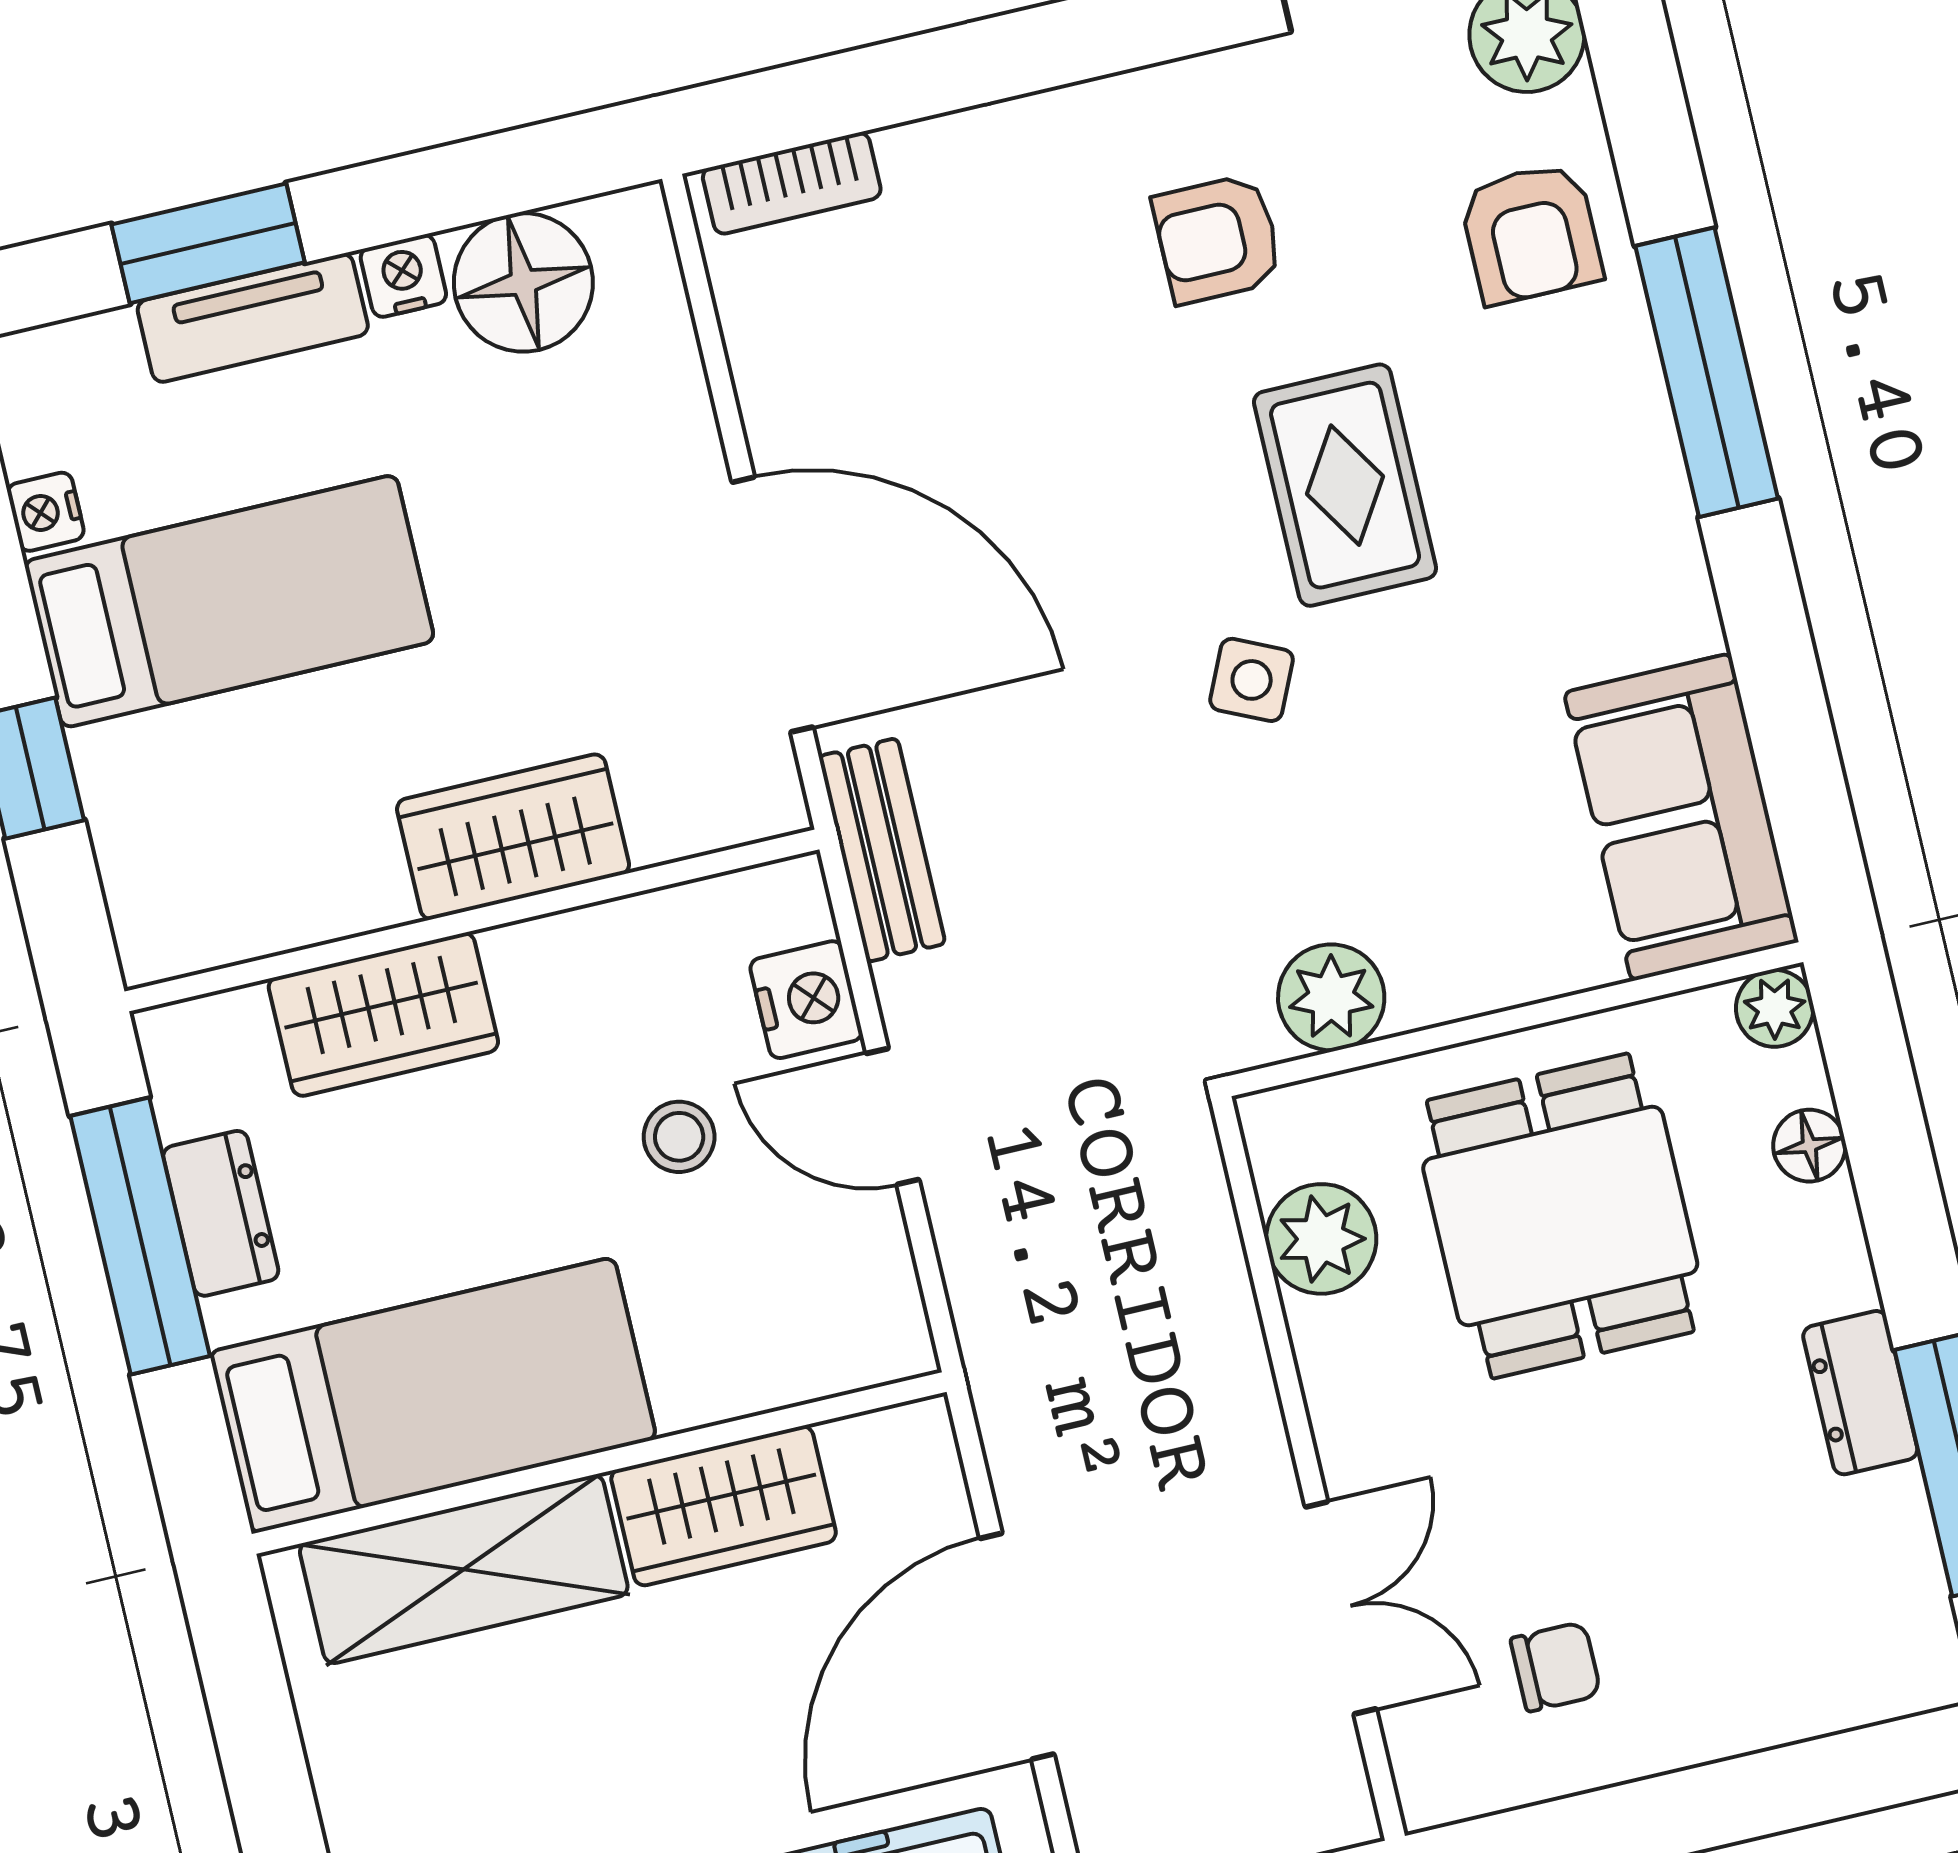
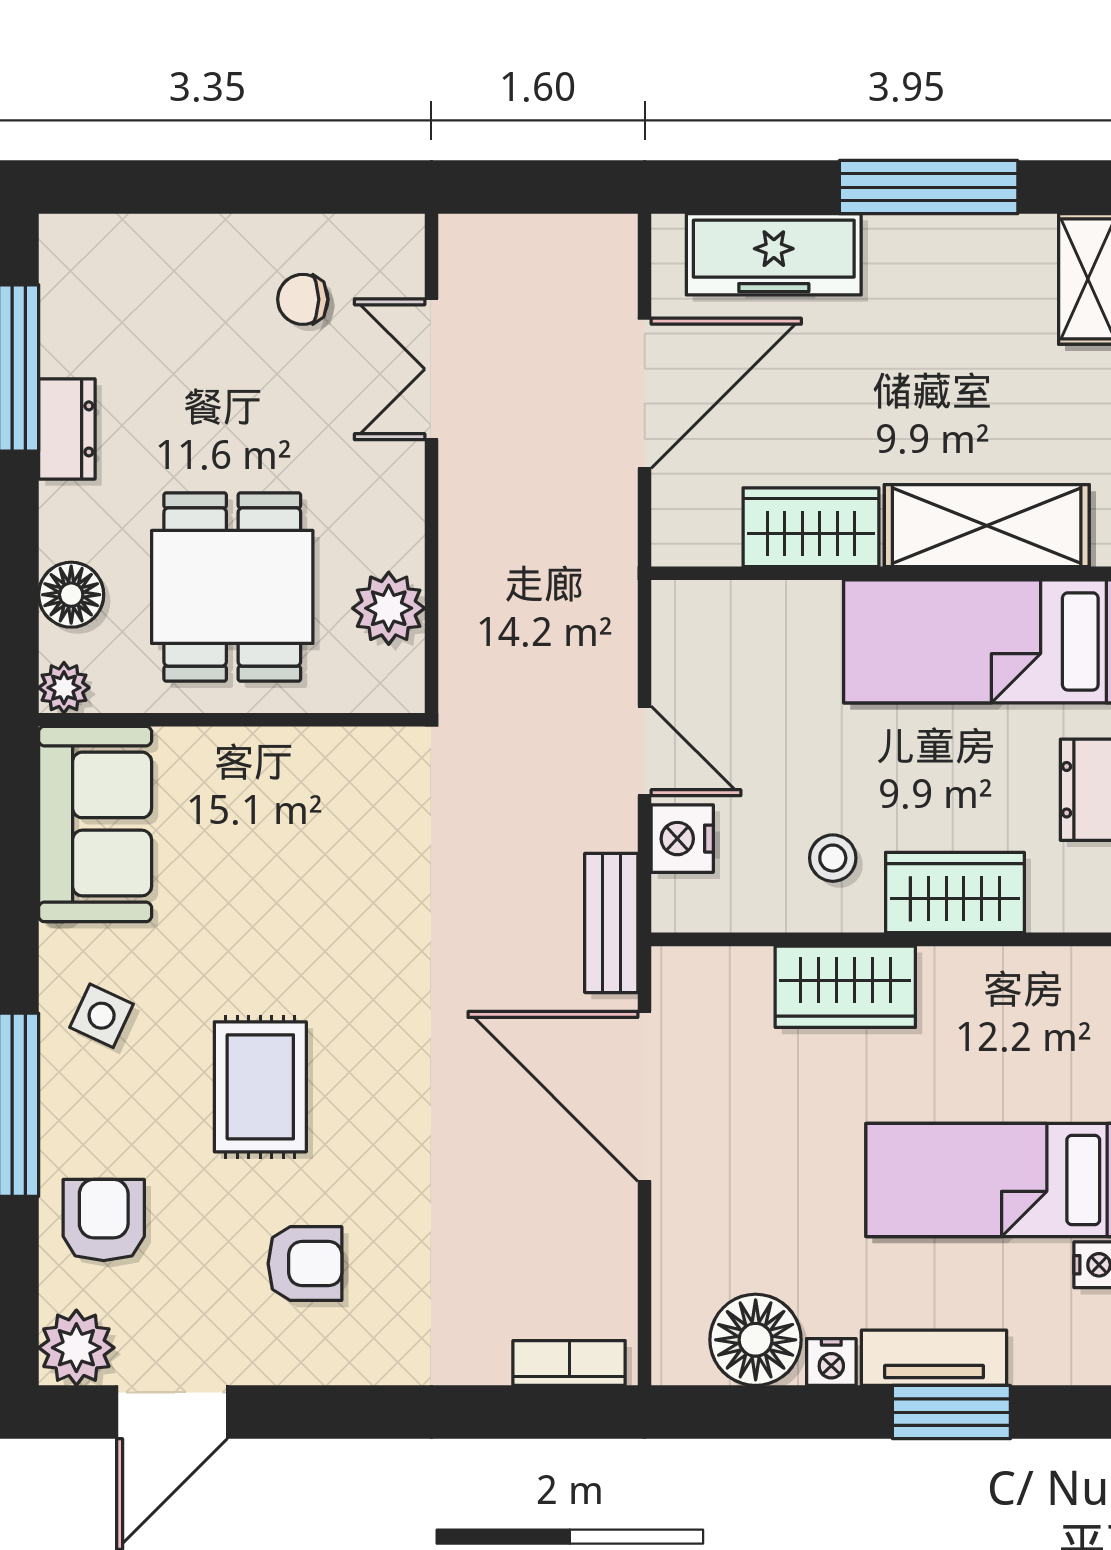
side table: (1252, 680) -> (102, 1016), moved
plant: (1331, 997) -> (346, 761), removed
stool: (679, 1137) -> (833, 858), moved
floor lamp: (1809, 1146) -> (71, 595), width x1.37, depth x1.37

